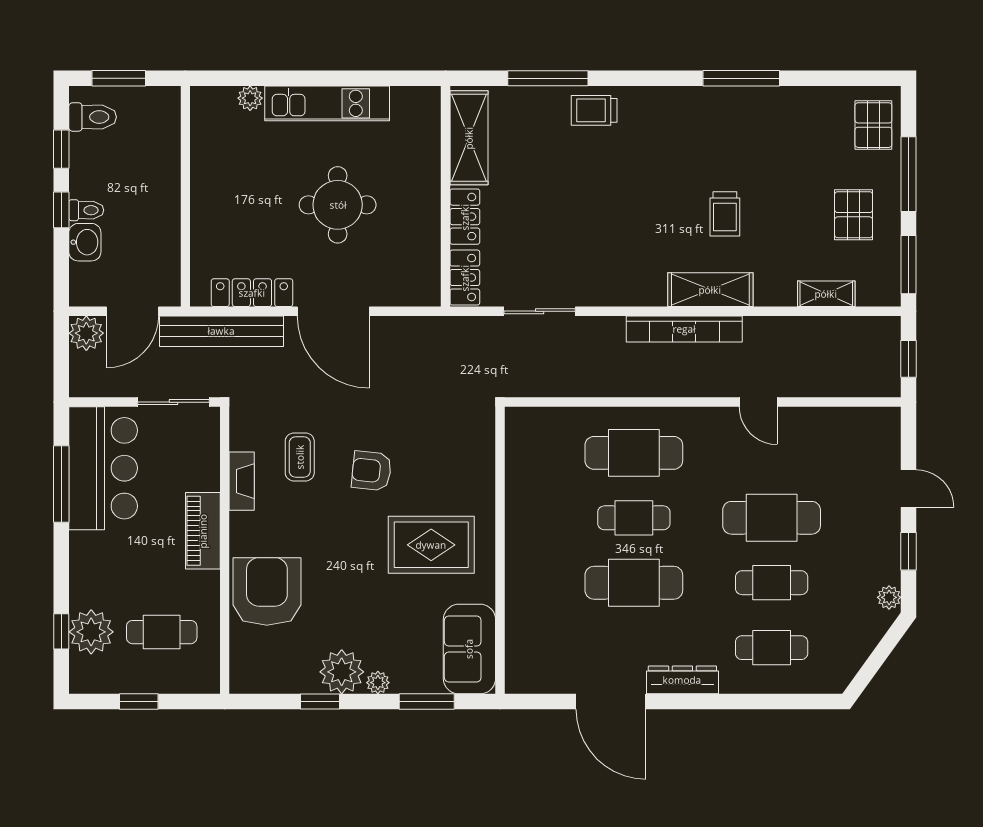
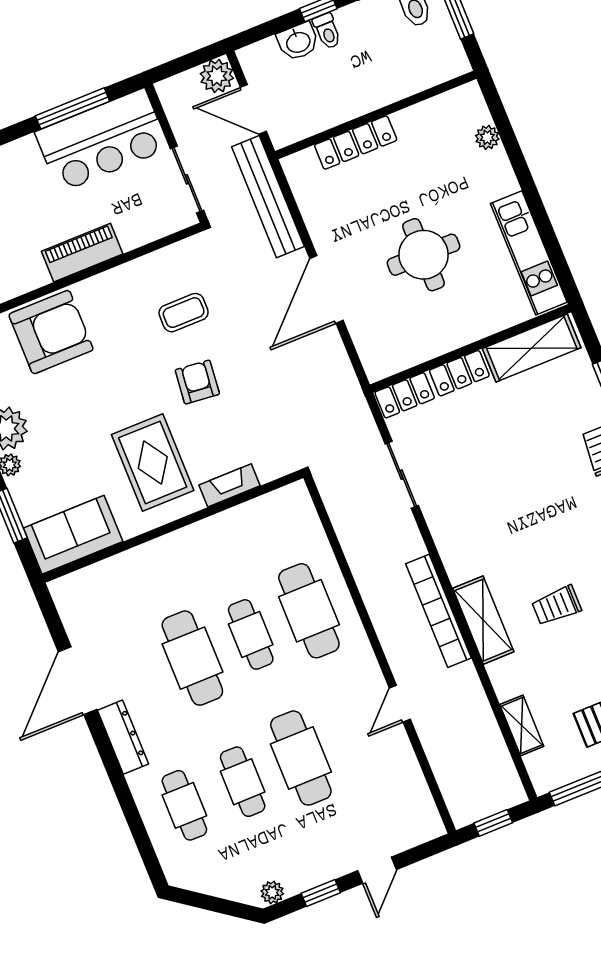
kitchen unit: (327, 103) -> (529, 253), moved
locker: (252, 293) -> (356, 143), moved, turned 90
fireplace: (242, 481) -> (230, 485), moved, turned 180

